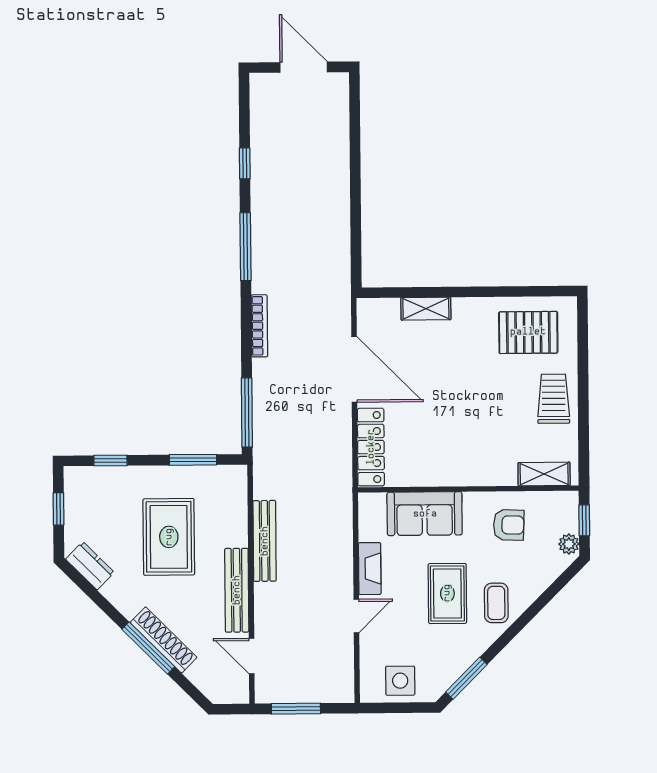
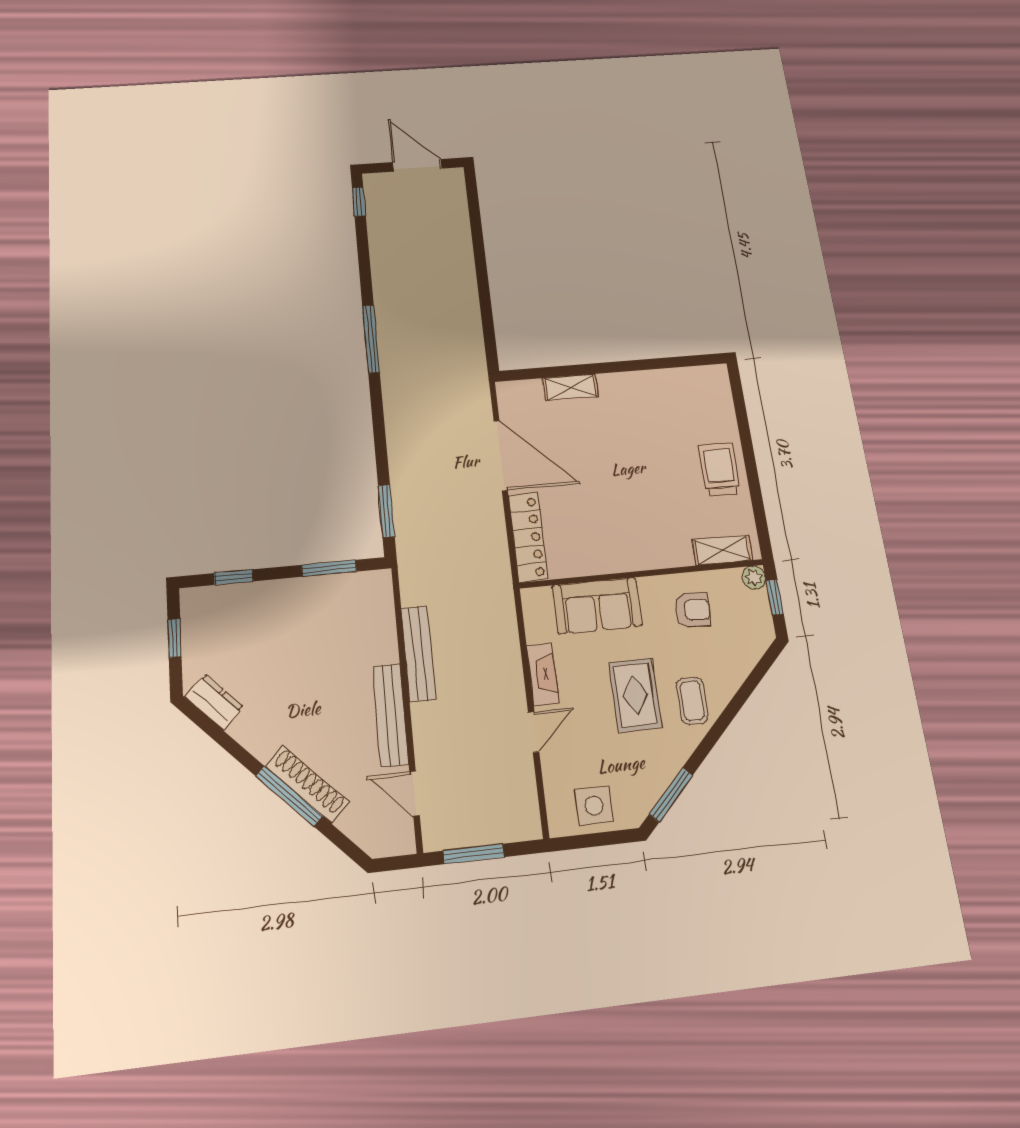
window: (245, 163) -> (359, 202), moved
bookcase: (259, 326) -> (393, 418), removed
pallet: (528, 332) -> (682, 403), removed
window: (247, 412) -> (386, 511), width x0.69
rug: (169, 537) -> (306, 659), removed
plant: (569, 544) -> (754, 577), moved

